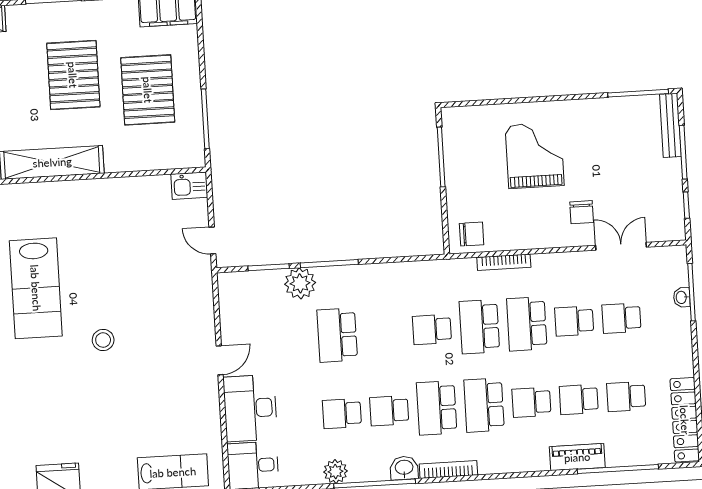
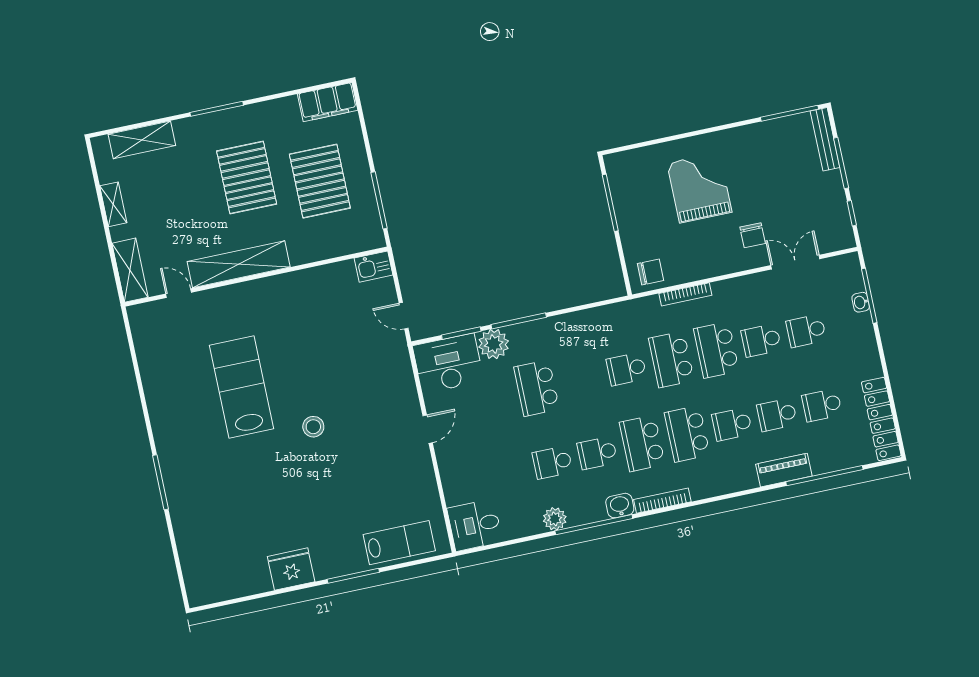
lab bench: (36, 288) -> (241, 387), turned 180
desk: (250, 408) -> (448, 363), moved, turned 90

